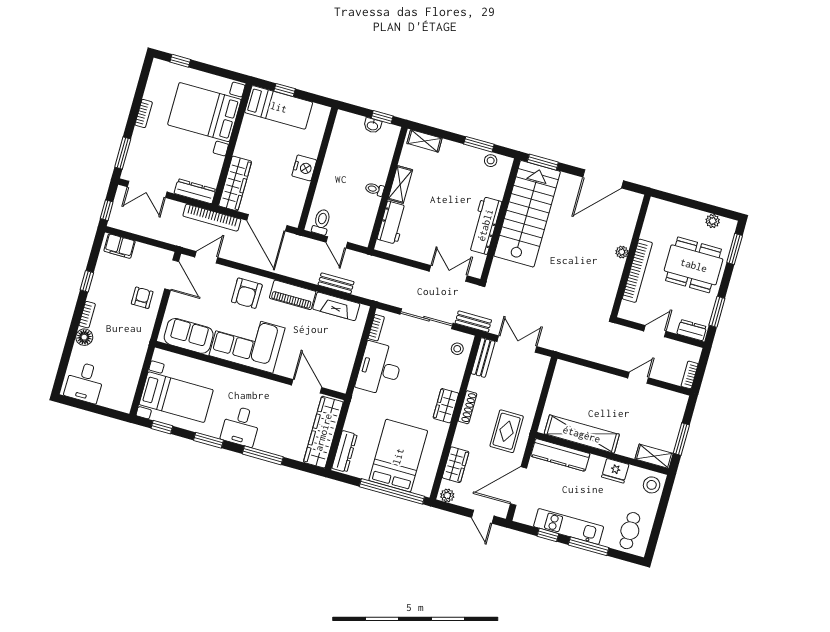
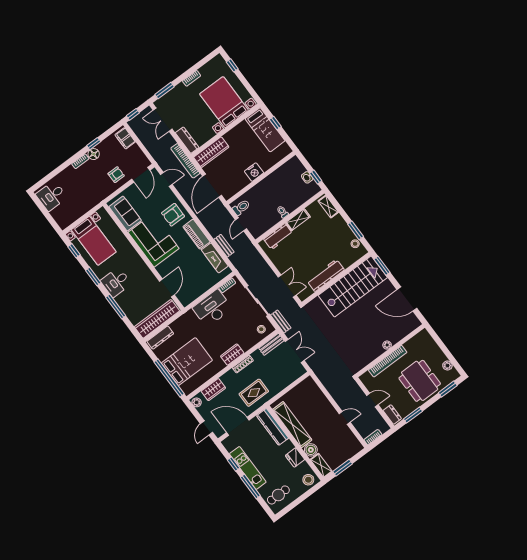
floor lamp: (84, 337) -> (94, 154), moved
boiler: (627, 447) -> (311, 450), added

